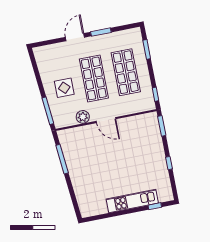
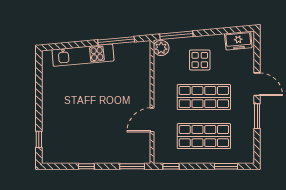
freezer: (42, 59) -> (238, 41), added
plant: (83, 117) -> (161, 48), moved
door: (106, 120) -> (152, 120), moved
kitchen unit: (132, 201) -> (83, 55), moved, turned 85

